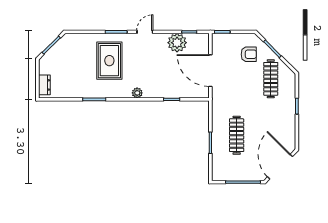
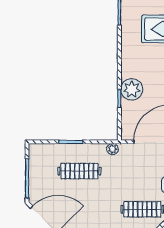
plant: (137, 93) -> (132, 89), moved, width x1.87, depth x1.87
plant: (217, 106) -> (112, 149), added

